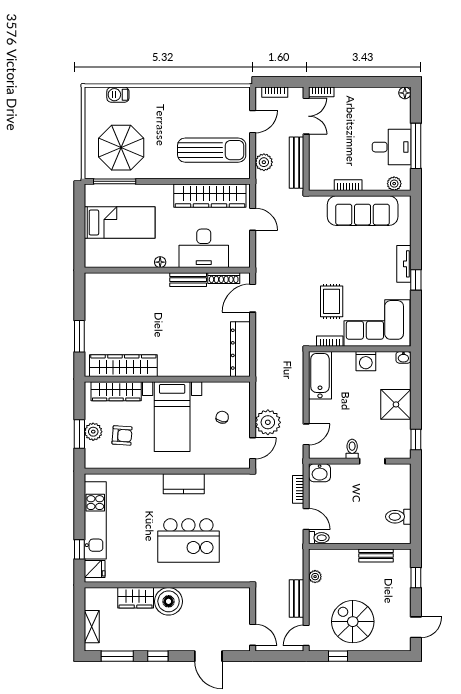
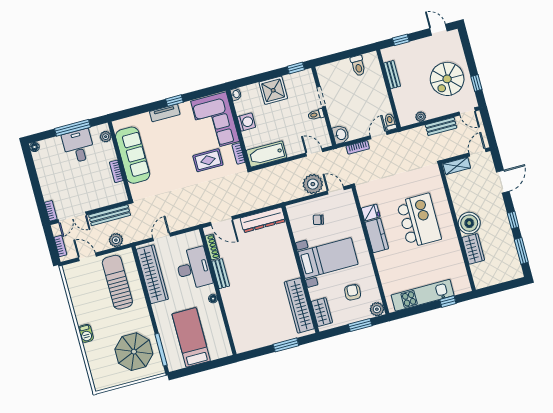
barbecue: (118, 95) -> (86, 333), moved
double door: (306, 116) -> (72, 217), swing flipped
wardrobe: (116, 391) -> (322, 312), width x0.67
plant: (93, 432) -> (377, 309), moved
fridge: (95, 569) -> (371, 212), moved, turned 90
shelving: (92, 627) -> (457, 166), moved

